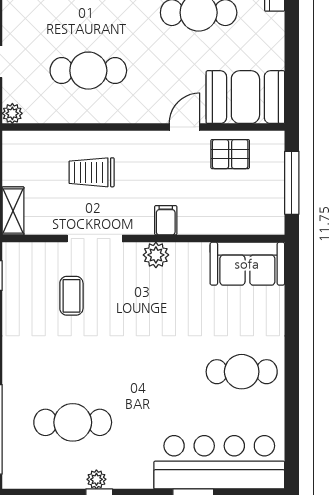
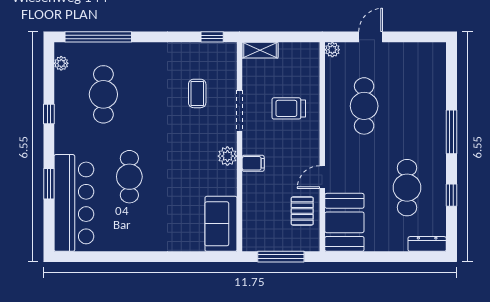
door: (184, 127) -> (322, 177), swing flipped
trolley: (92, 172) -> (289, 108), turned -90
coffee table: (71, 296) -> (197, 93), turned 90
cafe table: (242, 372) -> (129, 177), moved
plant: (96, 479) -> (61, 63), moved

